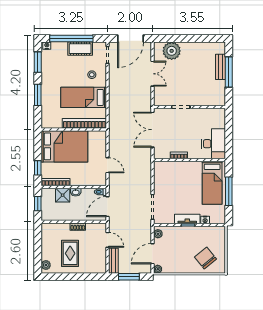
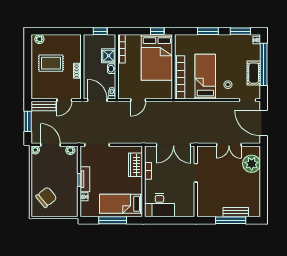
double door: (152, 130) -> (174, 145), swing flipped
window: (38, 168) -> (157, 31), moved
wardrobe: (173, 168) -> (135, 165), added

